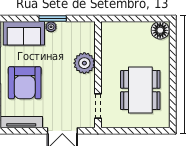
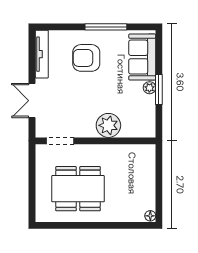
floor lamp: (160, 30) -> (150, 216), width x0.53, depth x0.53
armchair: (25, 83) -> (86, 58), width x0.73, depth x0.73

